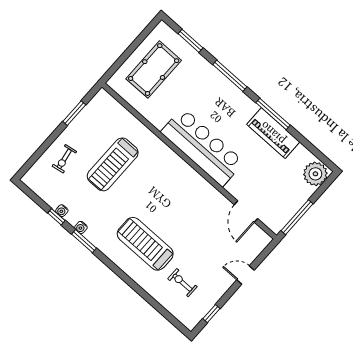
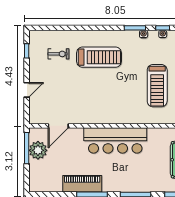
treadmill: (113, 164) -> (157, 86), turned 180
plant: (315, 174) -> (38, 150), moved
door: (246, 212) -> (58, 126), swing flipped

